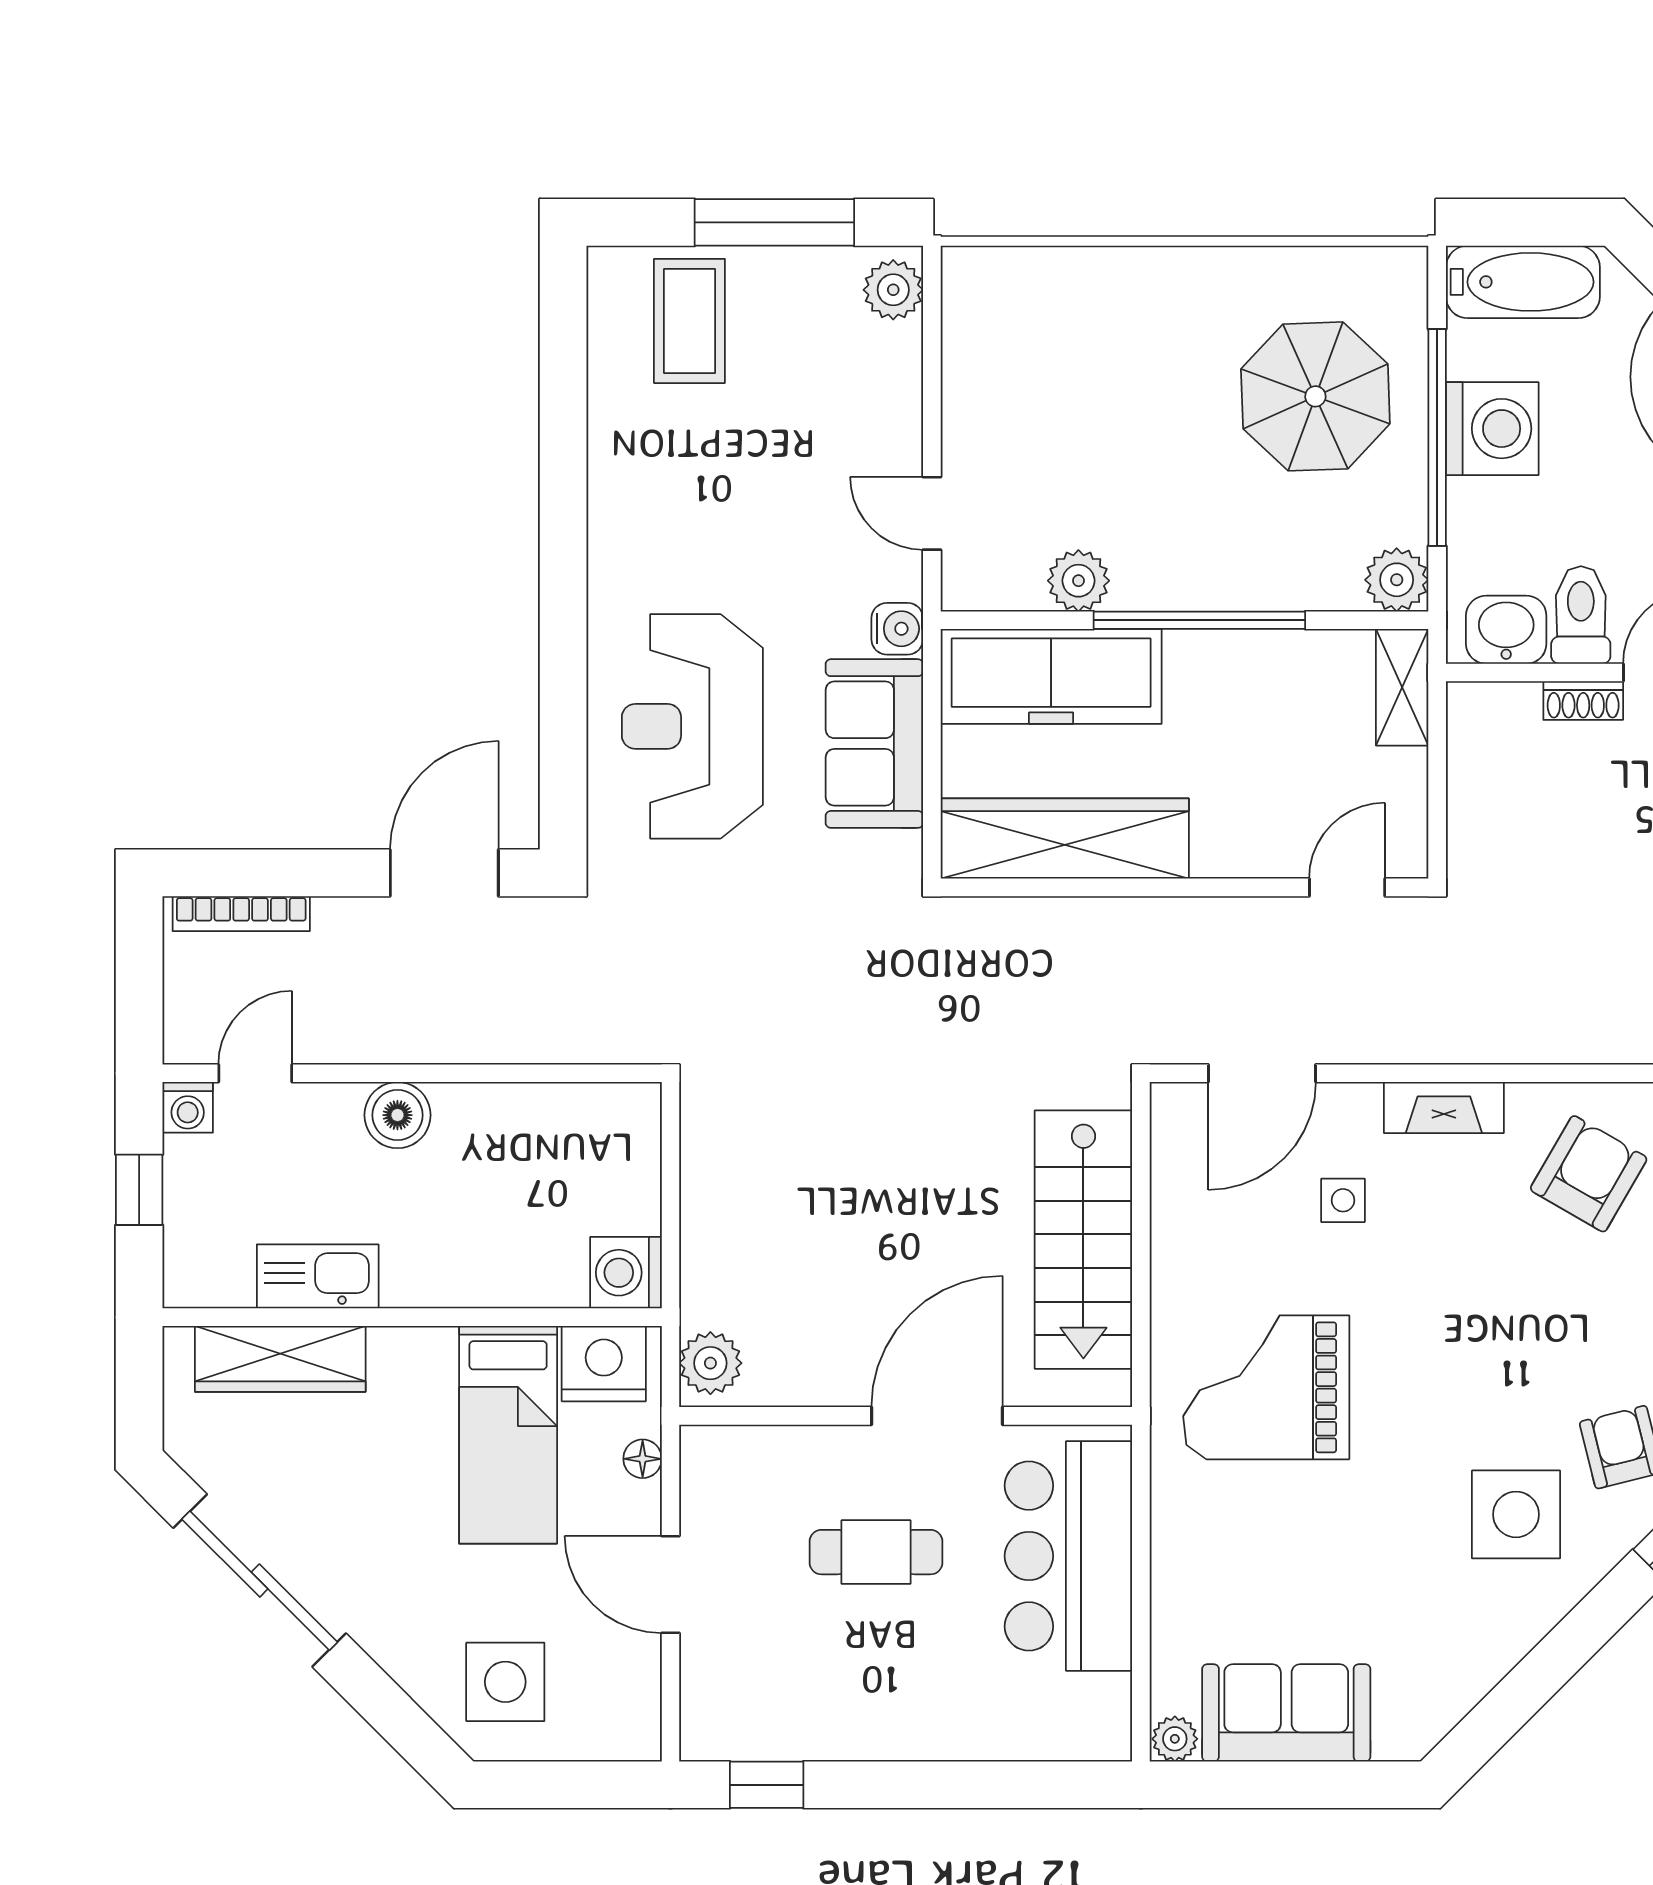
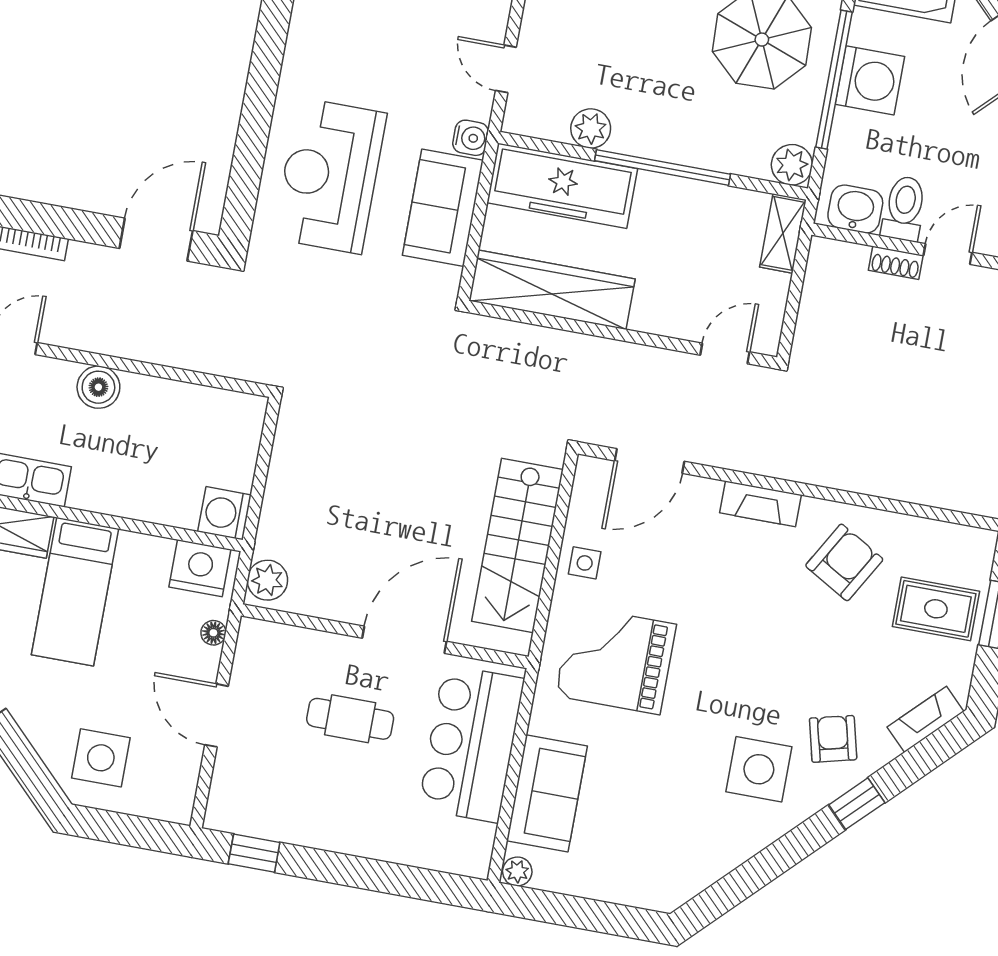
side table: (1343, 1200) -> (585, 563), moved
bed: (508, 1435) -> (75, 592), moved
sofa: (1286, 1713) -> (547, 793), moved, turned 90

